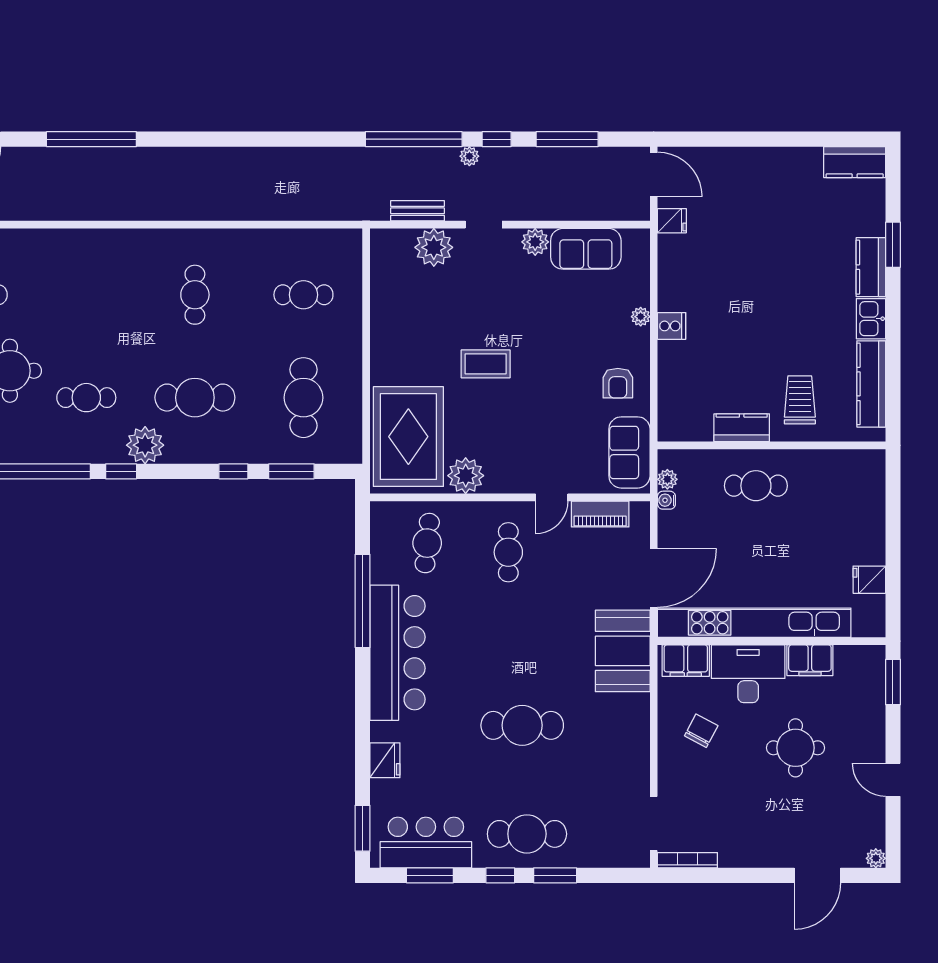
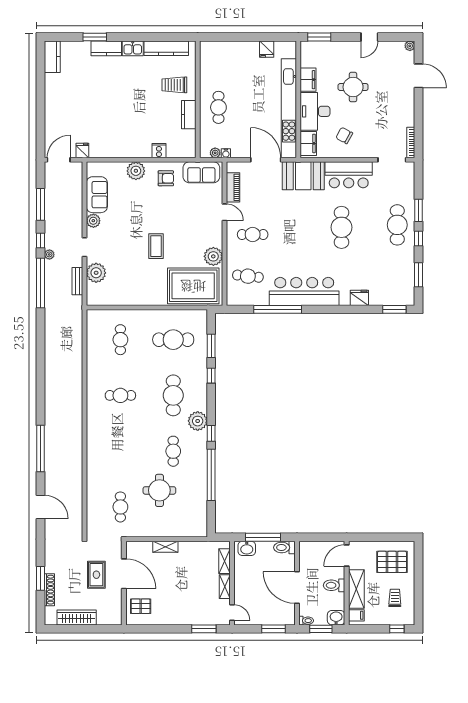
plant: (641, 317) -> (136, 171), width x1.88, depth x1.88
cooker: (672, 326) -> (159, 151), moved
bar counter: (426, 843) -> (349, 175), moved, turned -90

